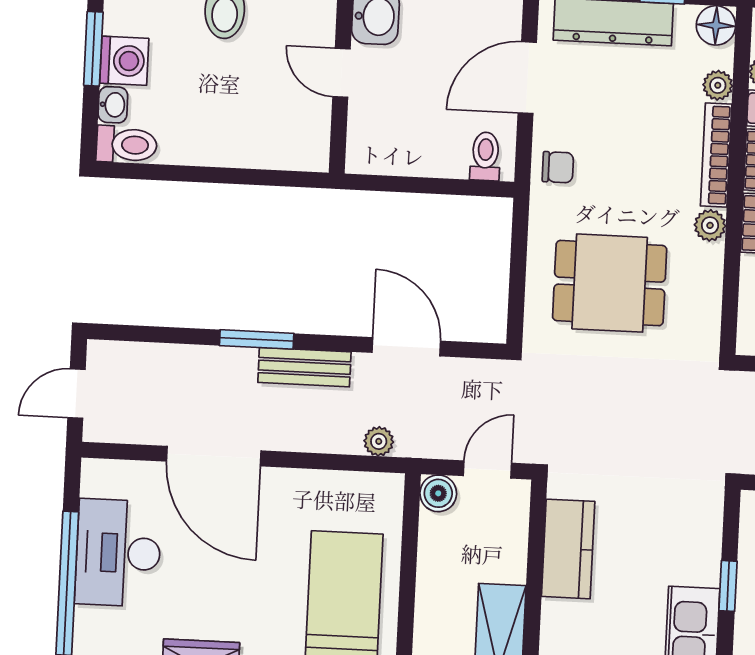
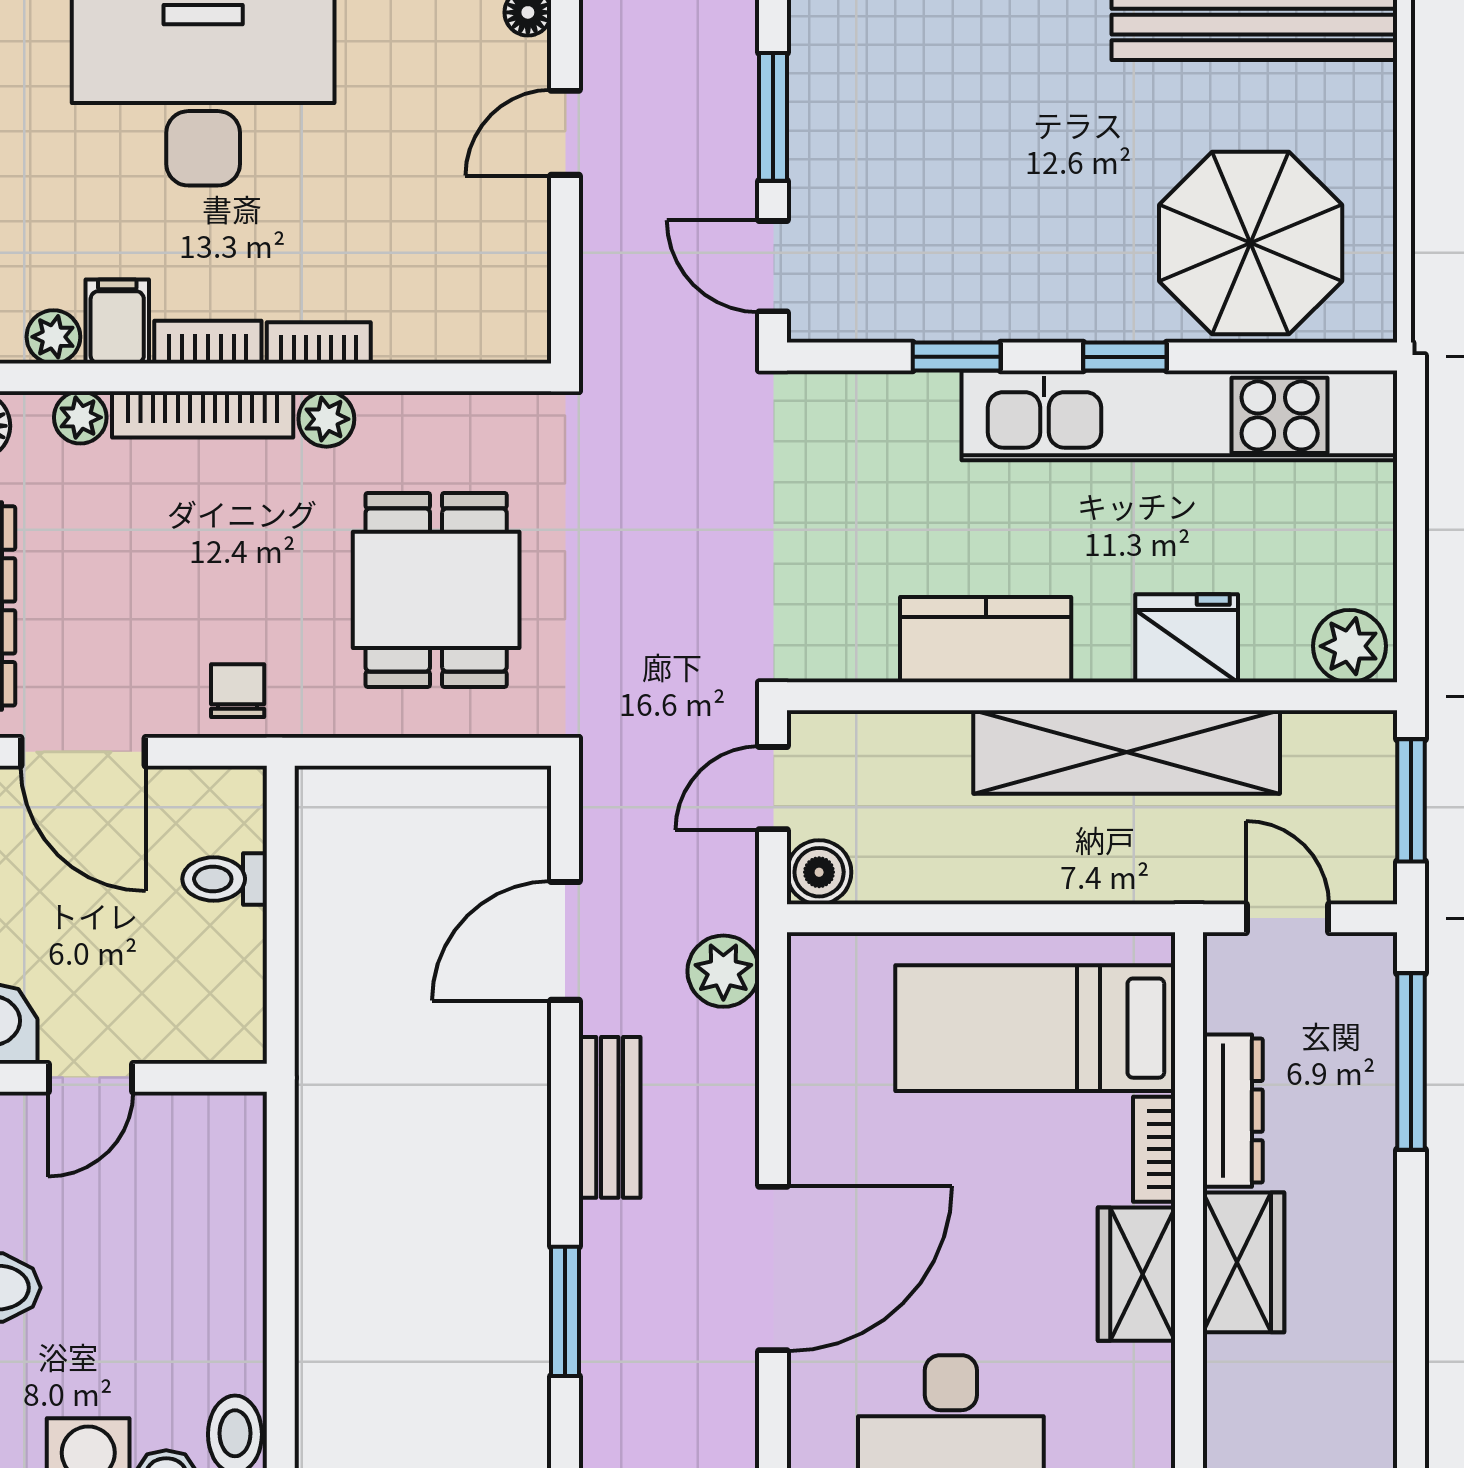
toilet: (485, 156) -> (225, 879), moved
window: (257, 339) -> (565, 1311), moved
plant: (379, 441) -> (723, 971), width x1.38, depth x1.38
door: (487, 469) -> (773, 788), hinge flipped
kitchen counter: (568, 549) -> (986, 640), moved

